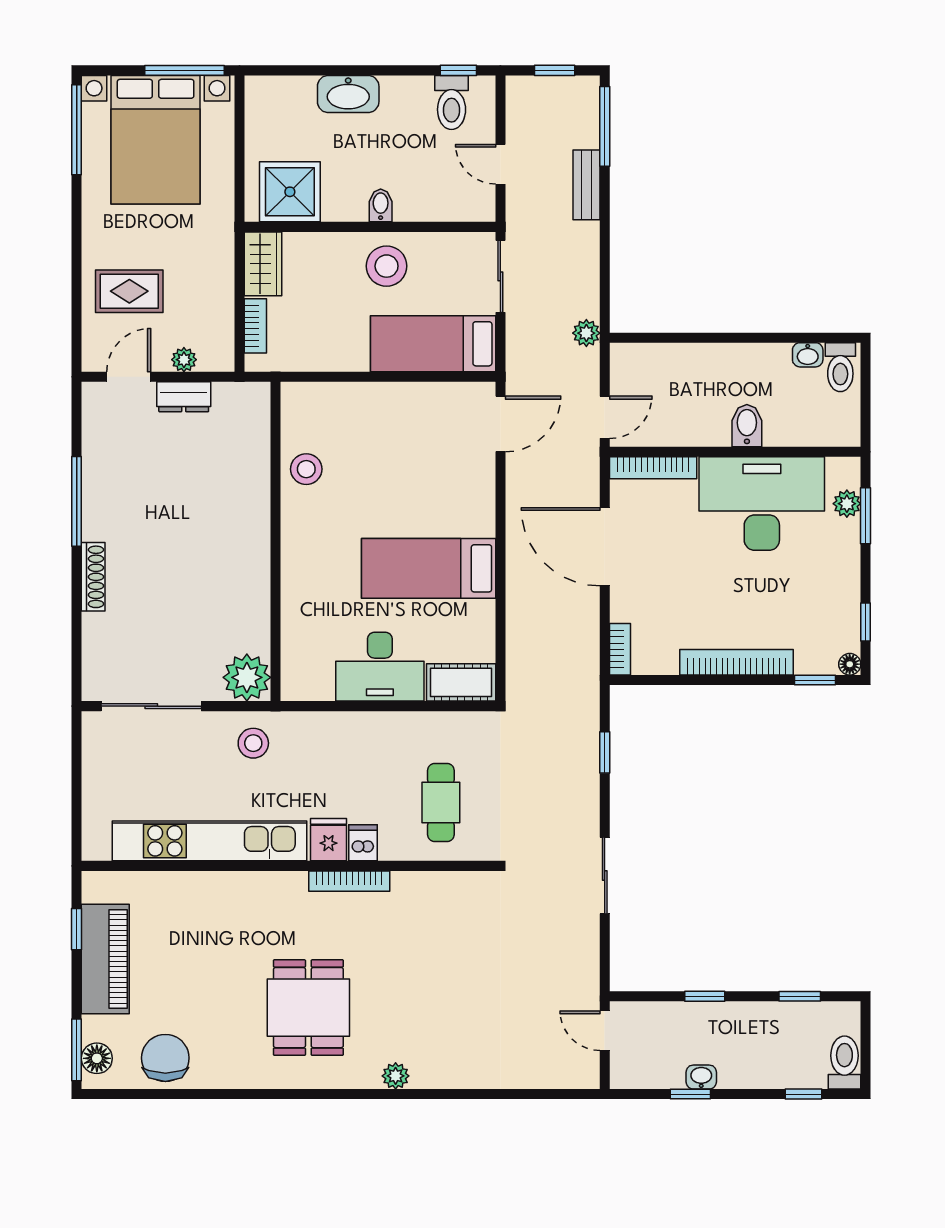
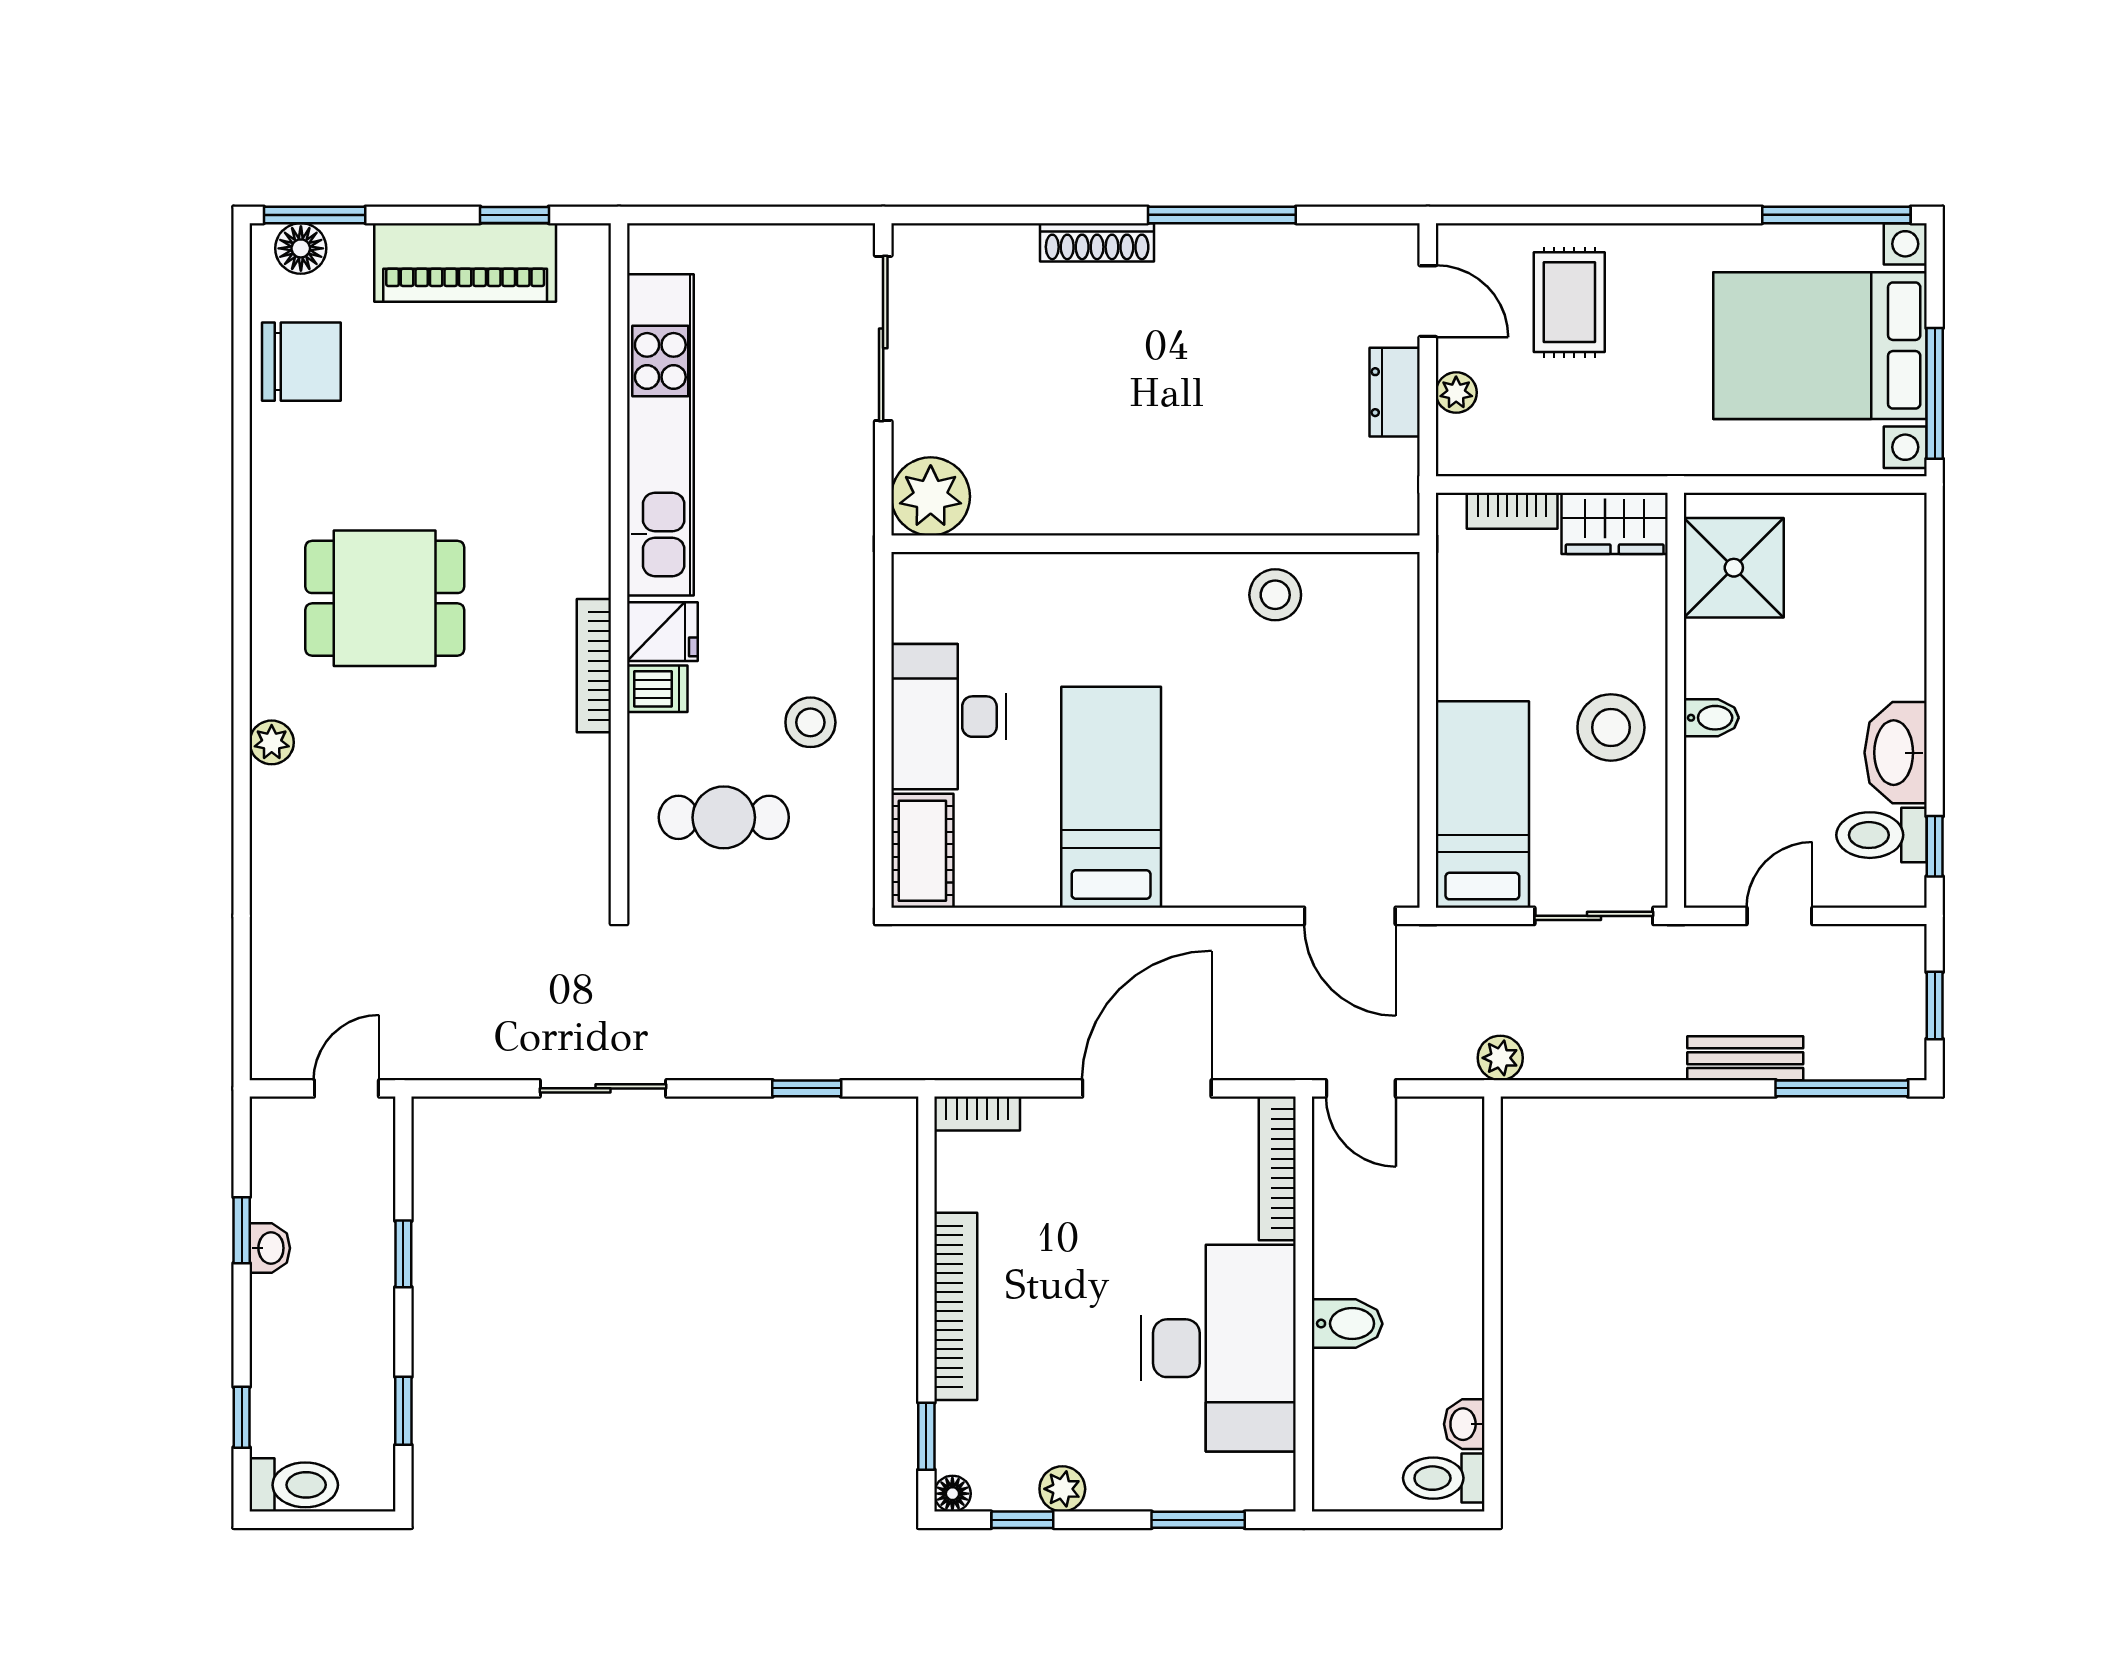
washbasin: (348, 94) -> (1896, 753), moved
plant: (847, 504) -> (1062, 1489), moved
stool: (253, 743) -> (810, 722), moved

